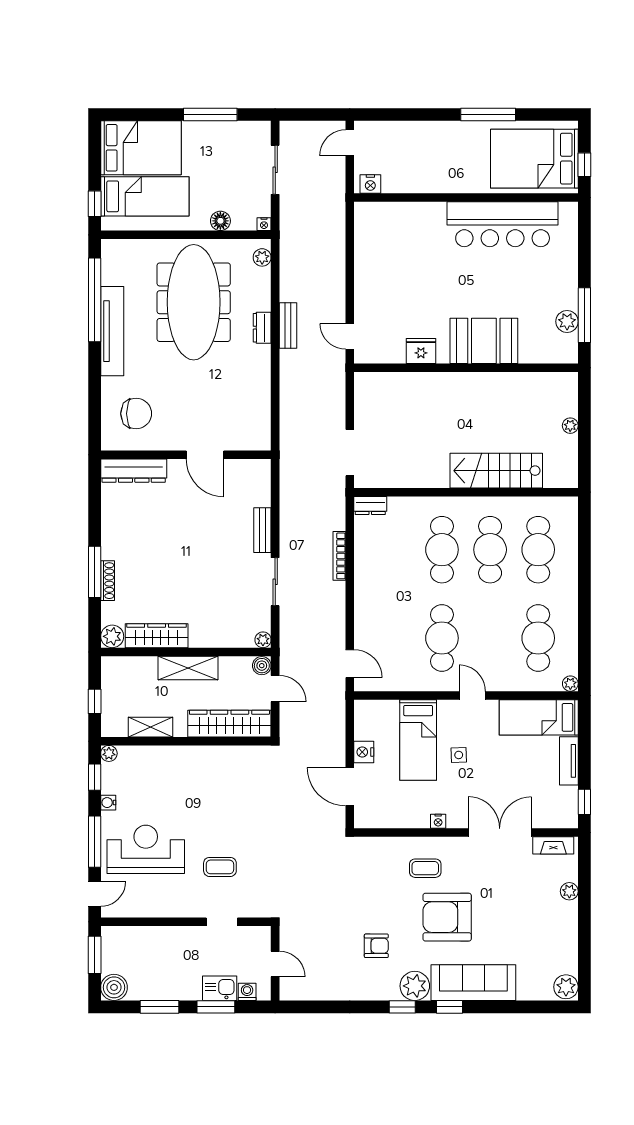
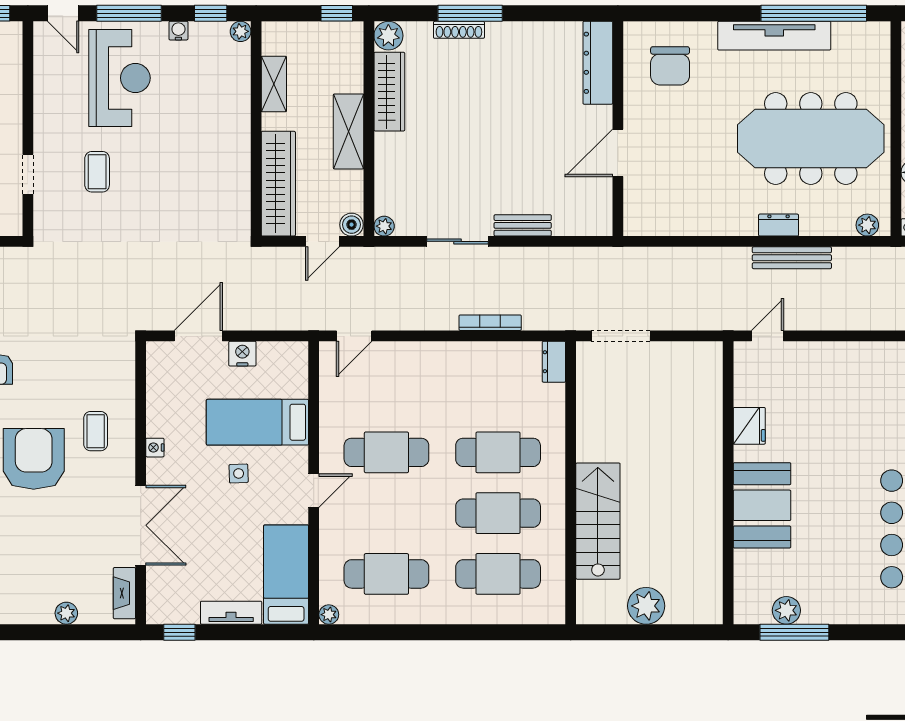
bench: (288, 325) -> (792, 258), width x1.36
plant: (570, 426) -> (646, 606), width x1.88, depth x1.88
window: (95, 701) -> (337, 13), moved

